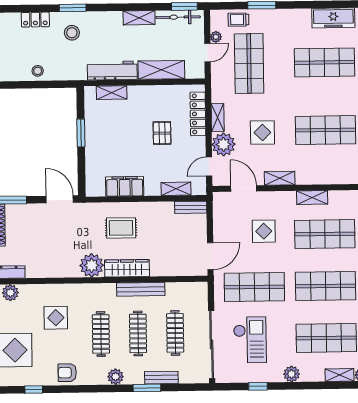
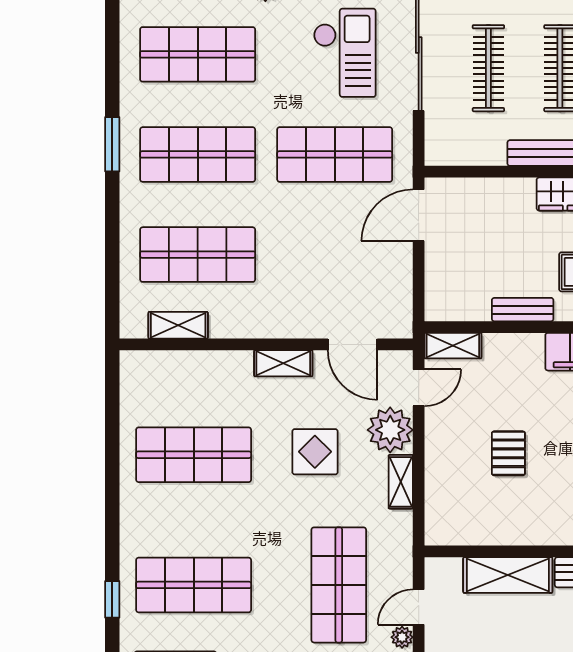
locker: (198, 114) -> (439, 489), removed
shelving: (176, 189) -> (453, 346), moved
shelving: (312, 198) -> (178, 325), moved
bench: (191, 207) -> (523, 310), moved
display table: (264, 231) -> (315, 262), removed
checkout: (250, 340) -> (345, 53), turned 180

